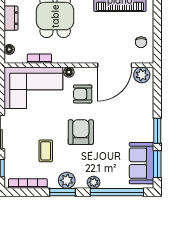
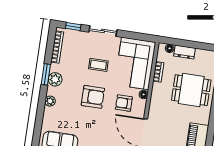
dresser: (11, 18) -> (185, 52), moved
armchair: (83, 94) -> (124, 103), turned -90
coffee table: (46, 151) -> (98, 65), moved
window: (117, 192) -> (39, 119), removed

